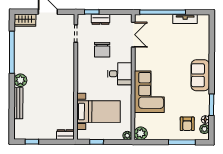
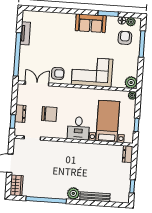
armchair: (145, 56) -> (58, 73), added
desk: (120, 74) -> (78, 128), moved, turned 180
sofa: (200, 75) -> (91, 23), moved
armchair: (187, 124) -> (125, 38), turned -90

